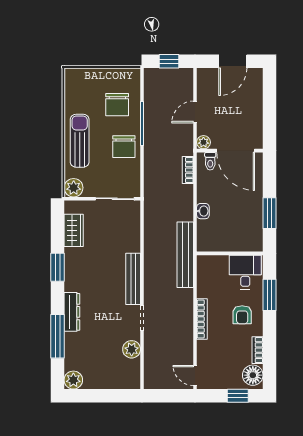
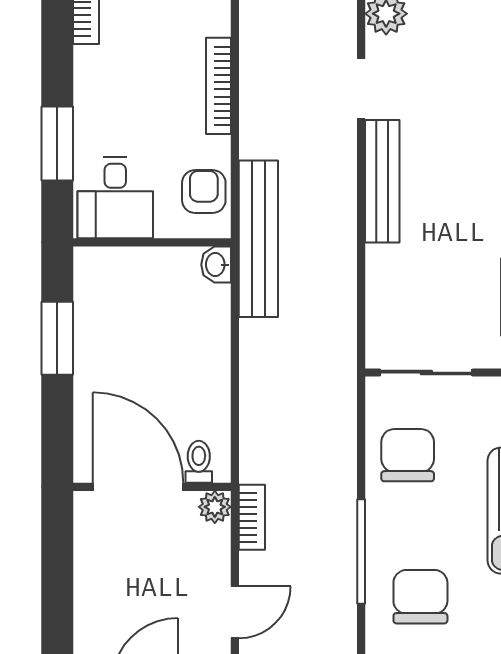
door: (195, 112) -> (235, 612), moved
chair: (124, 147) -> (408, 455), moved
bookcase: (188, 170) -> (252, 517), moved
washbasin: (203, 211) -> (216, 265), moved
armchair: (242, 315) -> (204, 192), moved

